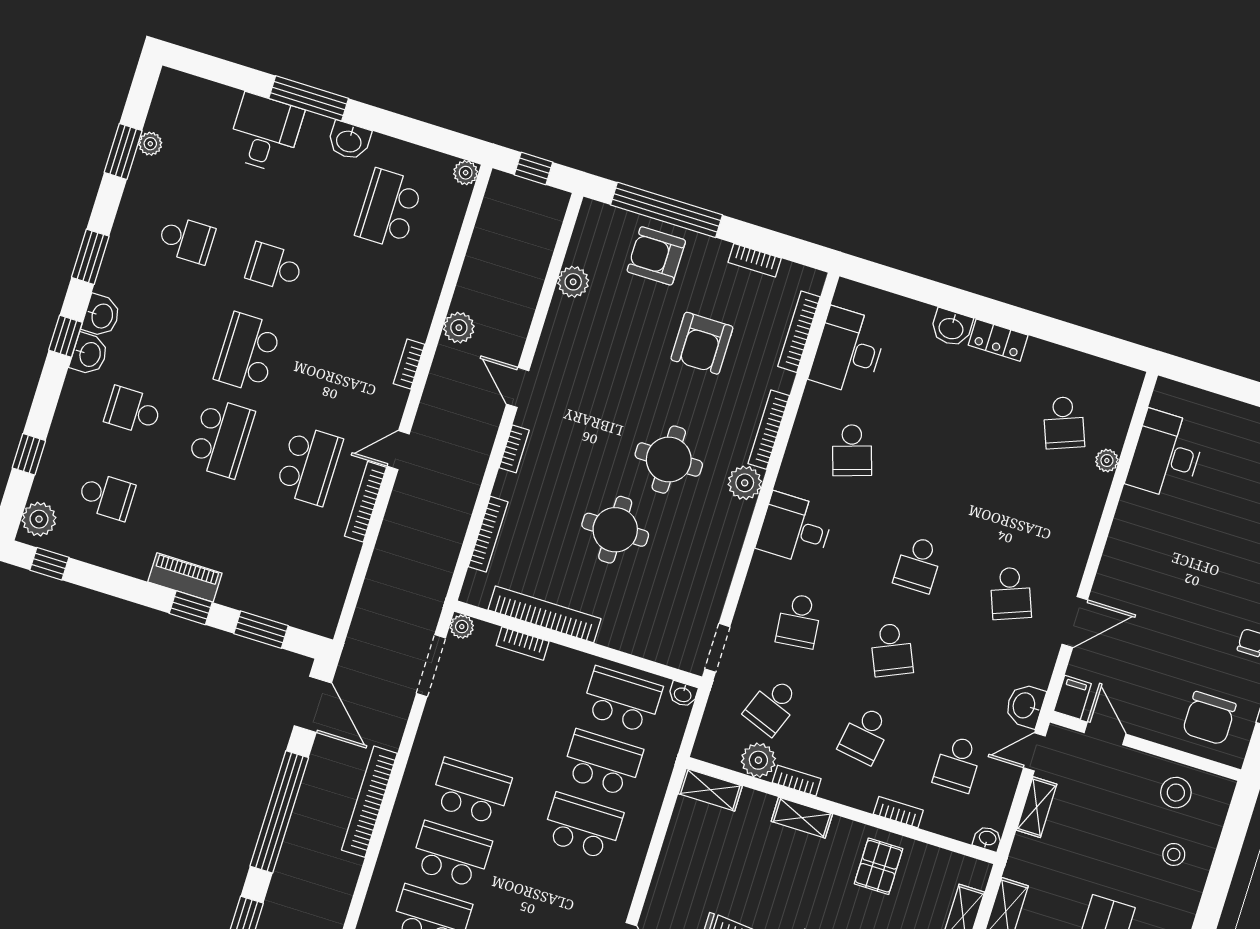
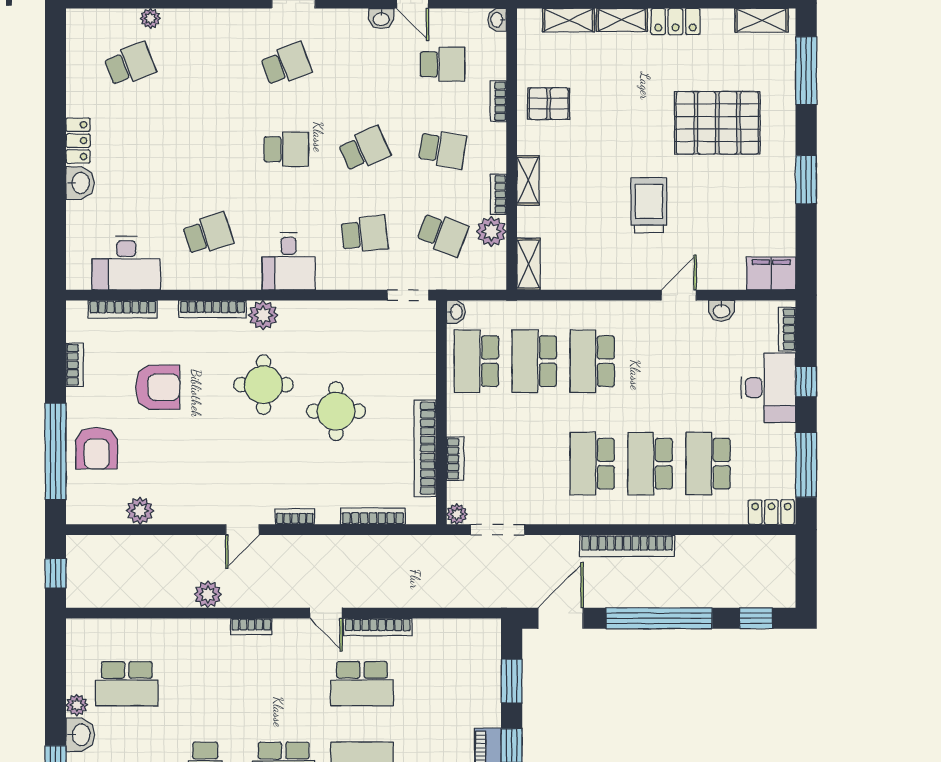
plant: (466, 173) -> (77, 705), moved
school desk: (309, 465) -> (362, 684), turned 180
washbasin: (1025, 706) -> (381, 19), width x0.72, depth x0.69

